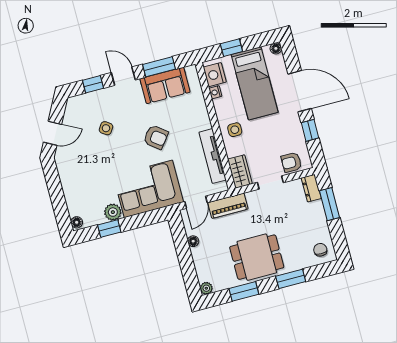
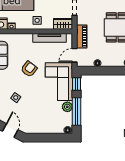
door: (196, 202) -> (74, 55), swing flipped
window: (152, 217) -> (77, 84), added
window: (109, 228) -> (77, 112), width x2.17

